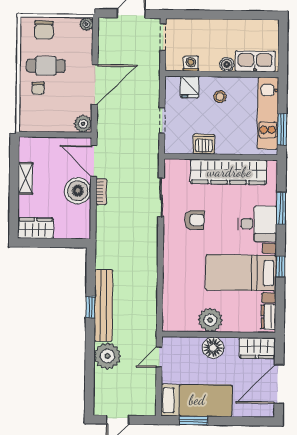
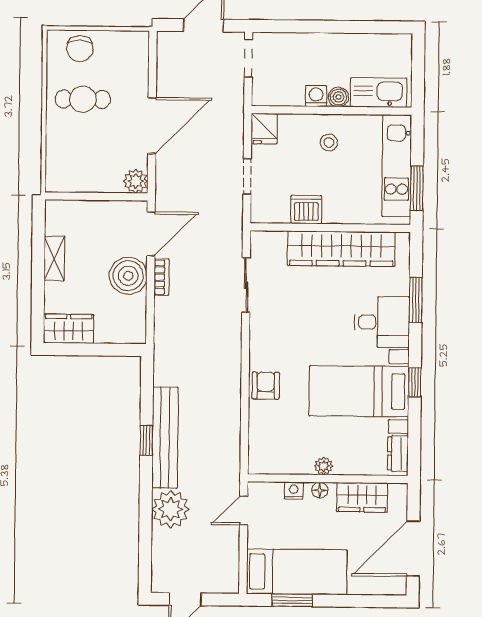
plant: (86, 24) -> (140, 40), removed
washing machine: (191, 64) -> (316, 96), moved
fridge: (190, 87) -> (264, 129), moved
chair: (38, 88) -> (72, 131), removed
door: (94, 161) -> (151, 234), swing flipped
armchair: (194, 220) -> (266, 386), moved, turned -90
plant: (210, 320) -> (324, 466), width x0.53, depth x0.53
nightstand: (195, 343) -> (294, 491), added
floor lamp: (213, 348) -> (320, 490), width x0.53, depth x0.53
wardrobe: (257, 348) -> (362, 497), moved

